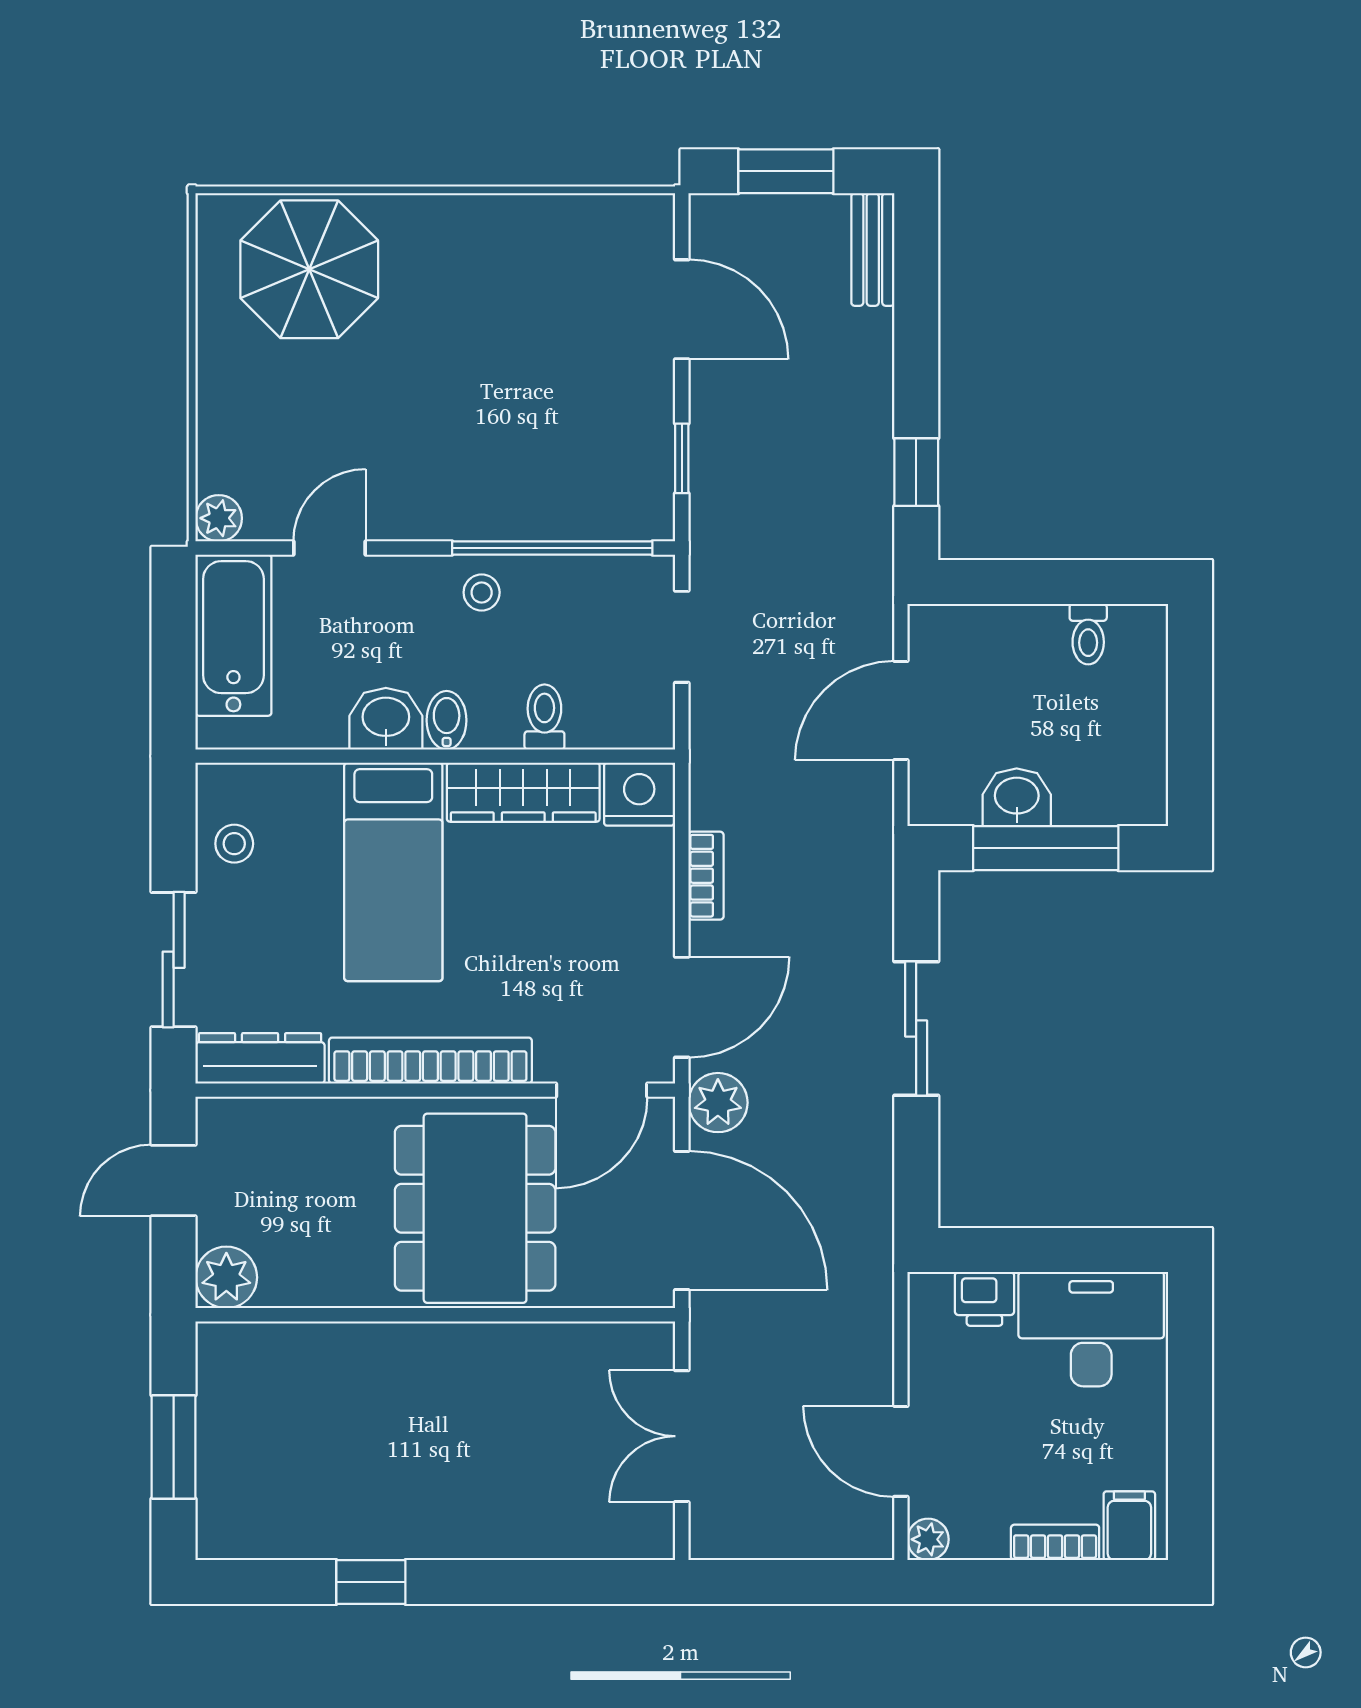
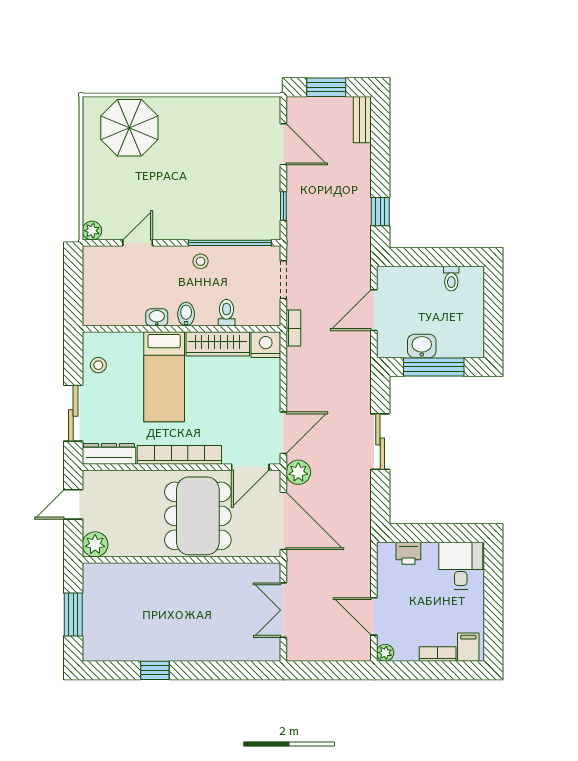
bathtub: (233, 635) -> (98, 279), removed
washbasin: (386, 719) -> (157, 317), width x0.72, depth x0.69
bookcase: (706, 876) -> (293, 328), moved
desk: (1091, 1329) -> (461, 566), width x0.73

